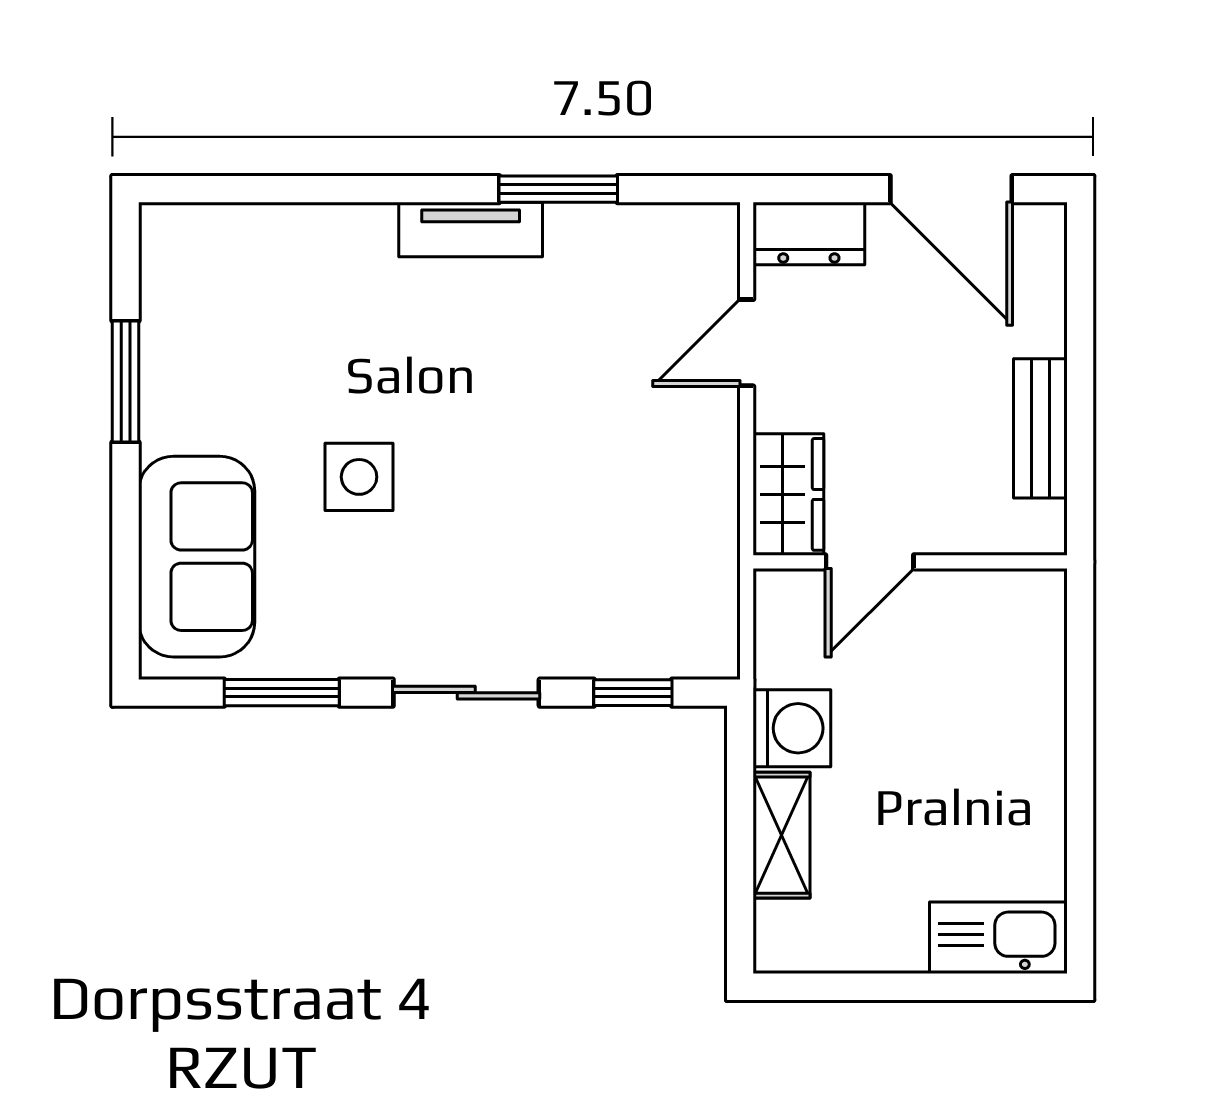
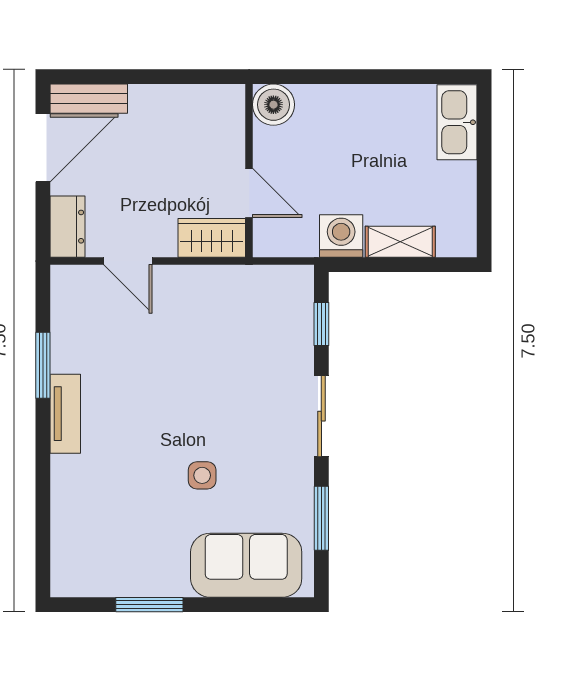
bench: (1040, 428) -> (89, 99), moved
side table: (359, 477) -> (202, 475), width x0.73, depth x0.73
boiler: (1029, 606) -> (273, 105), added

